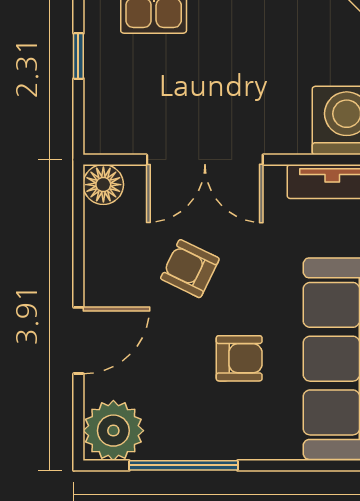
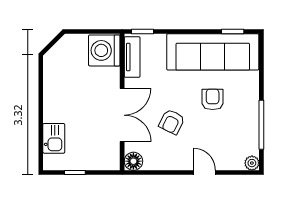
door: (78, 340) -> (204, 173), width x0.73
plant: (113, 431) -> (252, 163), width x0.53, depth x0.53

